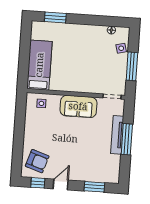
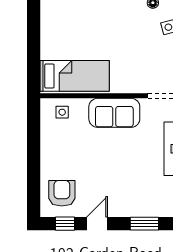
bed: (39, 65) -> (75, 76), moved, turned 90
armchair: (37, 161) -> (62, 193), turned -108

